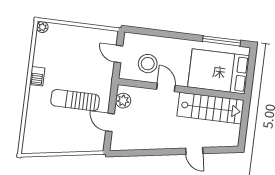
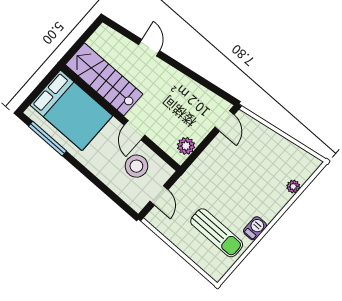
plant: (42, 27) -> (293, 187), moved
sun lounger: (75, 100) -> (217, 233), moved
door: (110, 122) -> (225, 121), moved

